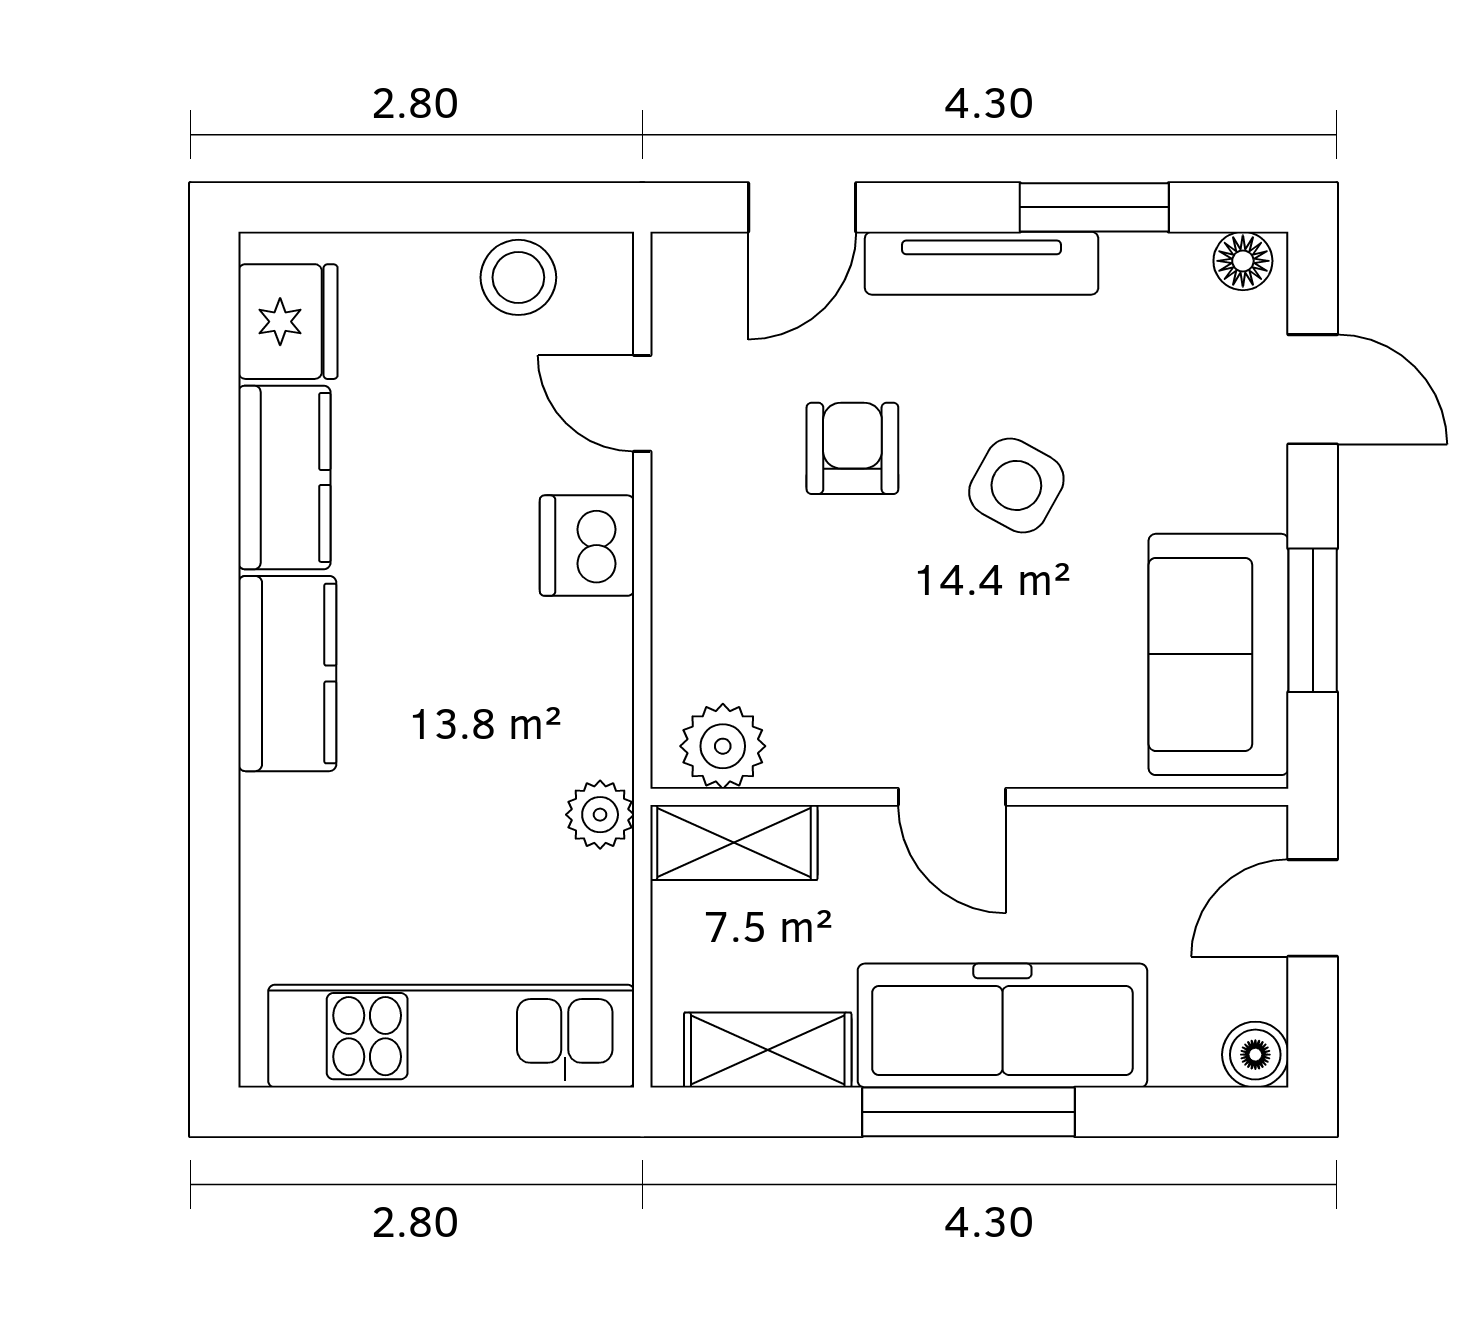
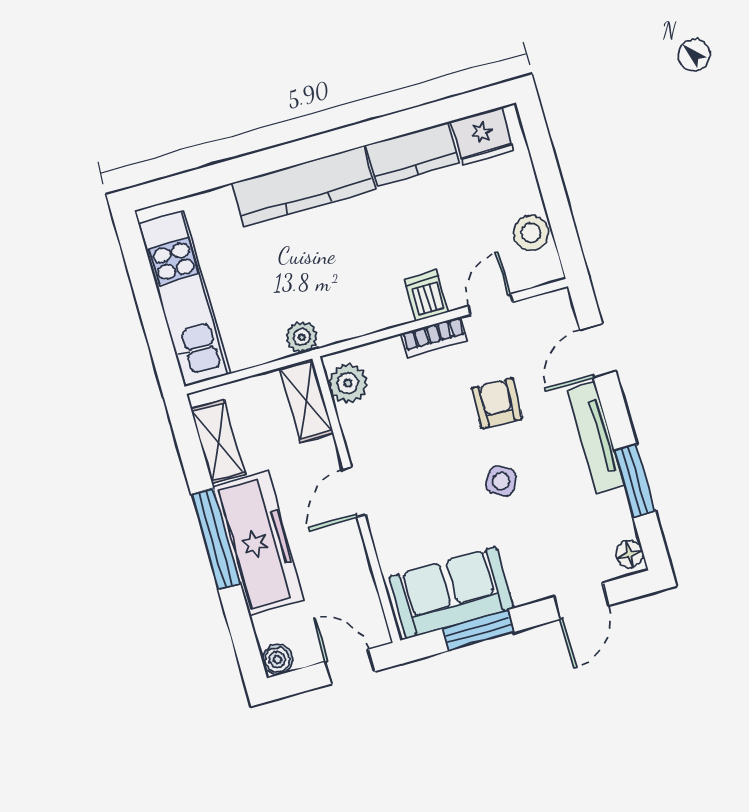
door: (802, 207) -> (598, 351), hinge flipped
armchair: (852, 448) -> (497, 403), turned -88
side table: (1016, 485) -> (501, 481), width x0.73, depth x0.73
bookcase: (677, 540) -> (434, 337), added
dishwasher: (587, 546) -> (426, 296), width x0.73
kitchen counter: (287, 674) -> (303, 186), width x1.50

